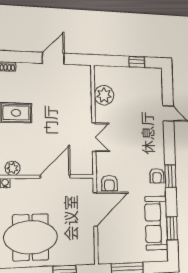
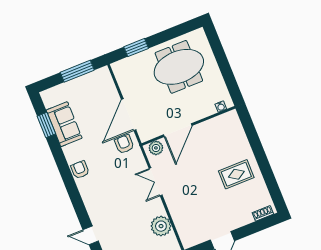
plant: (13, 168) -> (156, 148), moved
window: (170, 176) -> (66, 175), removed
sofa: (156, 223) -> (64, 124), width x0.73

